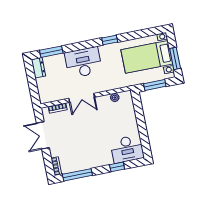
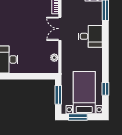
window: (110, 40) -> (105, 89), moved
desk: (83, 62) -> (90, 36), width x0.73

